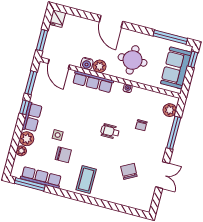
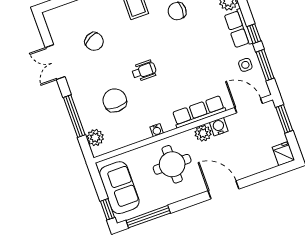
chair: (141, 125) -> (115, 100), width x1.87, depth x1.87
side table: (58, 135) -> (245, 65), moved

